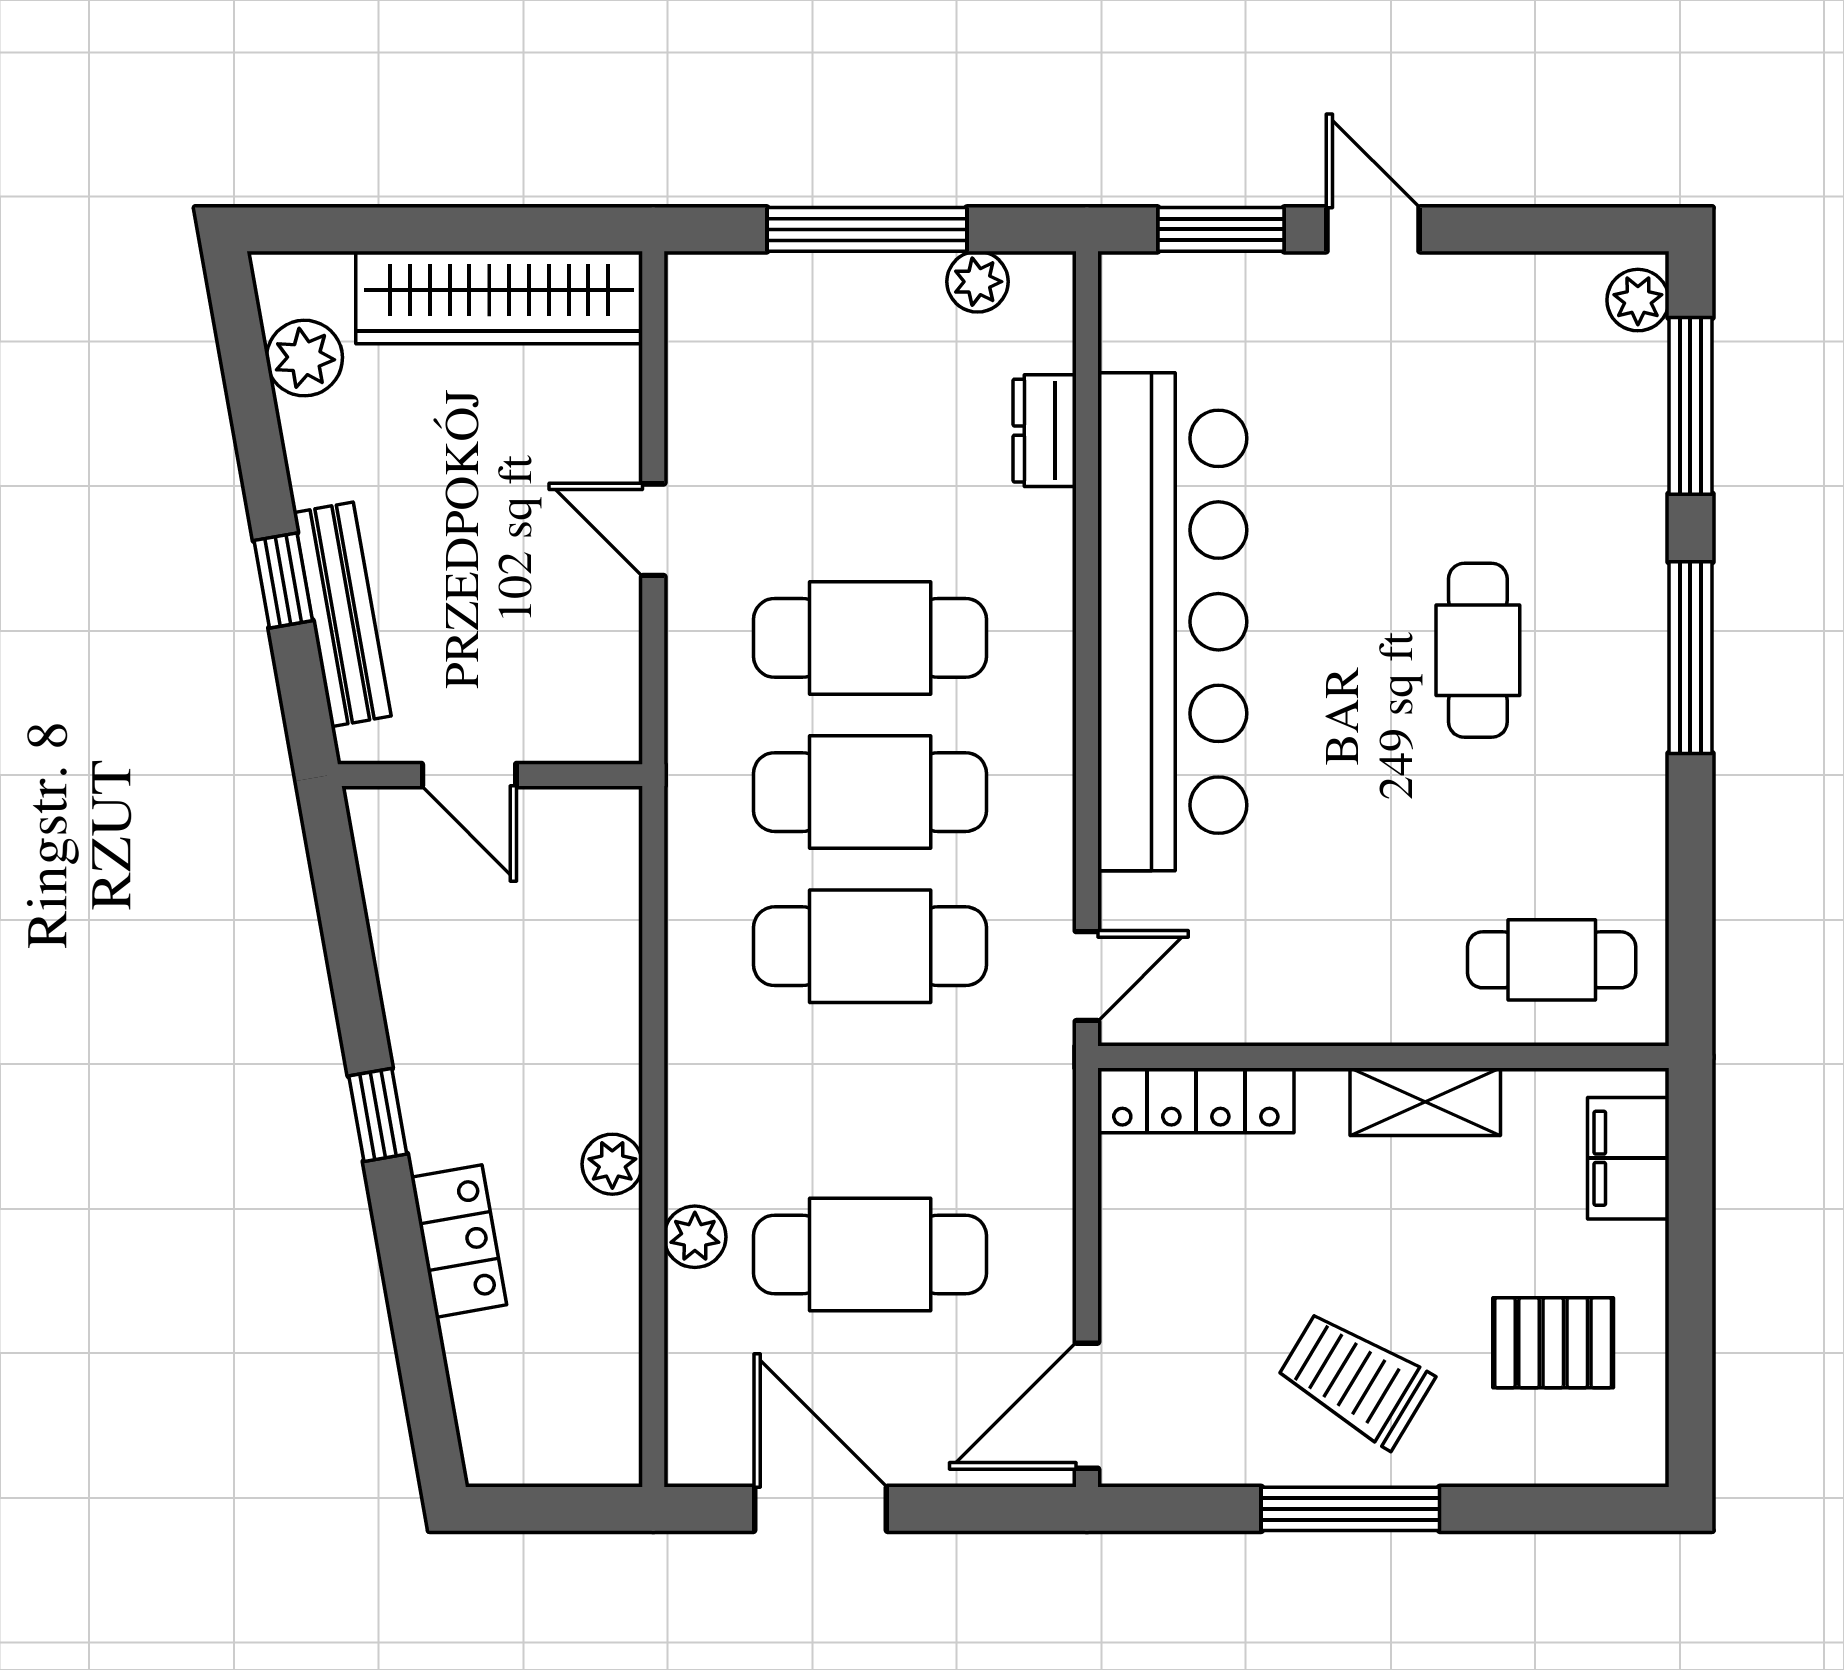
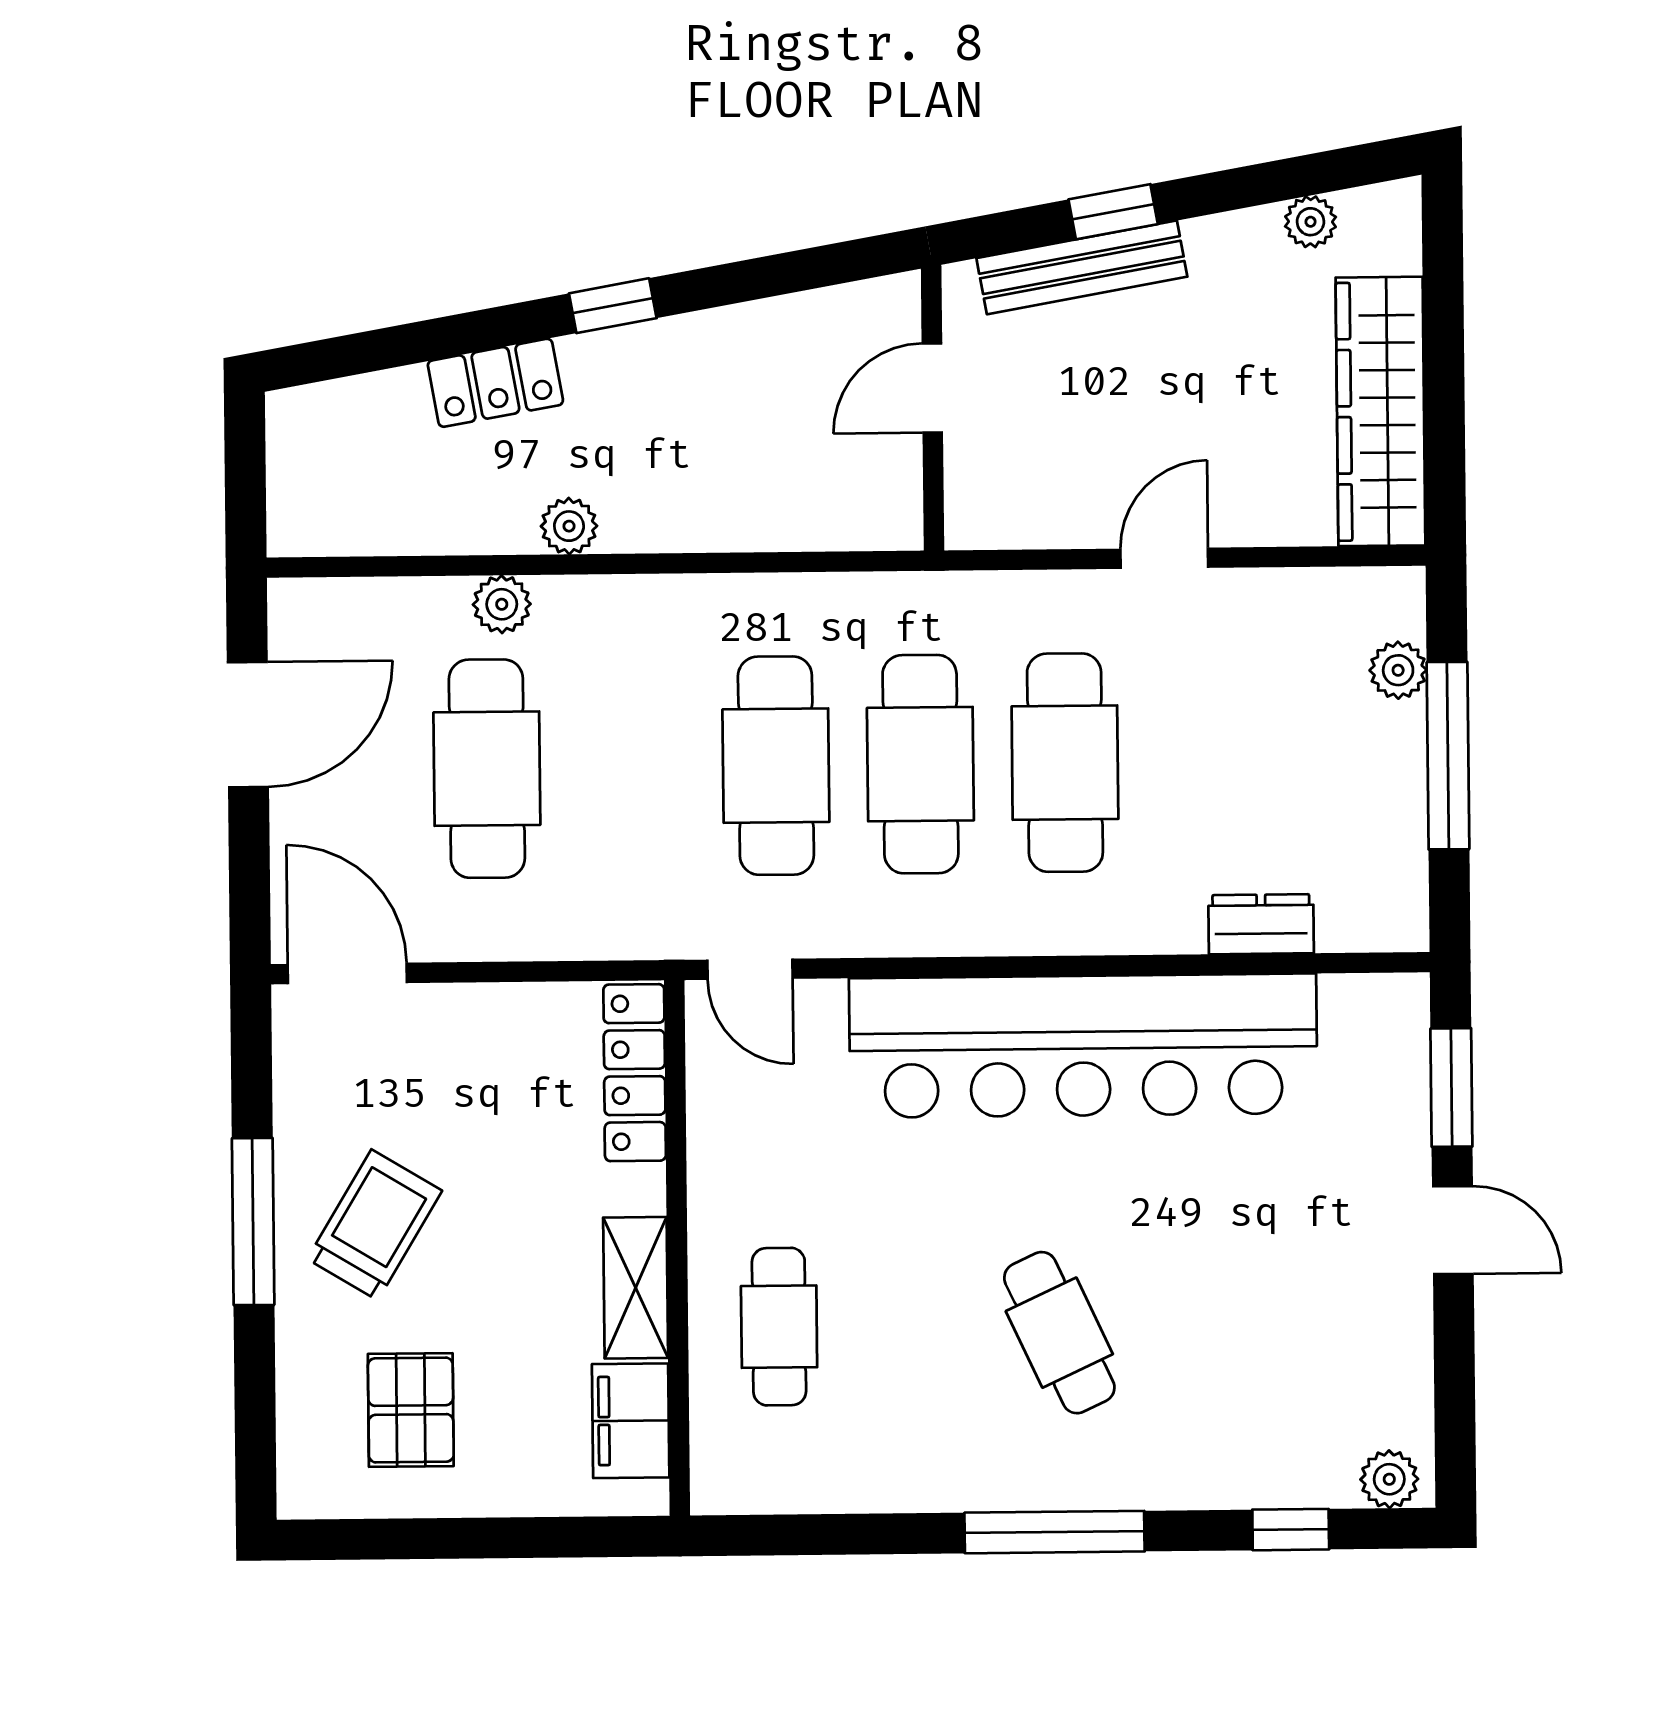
door: (1373, 229) -> (1453, 1230), hinge flipped
plant: (978, 282) -> (1398, 670), moved
plant: (304, 358) -> (1310, 222), width x0.73, depth x0.73
window: (1690, 406) -> (1291, 1530), width x0.46
cafe table: (1478, 650) -> (1059, 1333), turned 65
cafe table: (1552, 960) -> (779, 1327), moved
filing cabinet: (1628, 1158) -> (631, 1421), moved, turned -90

